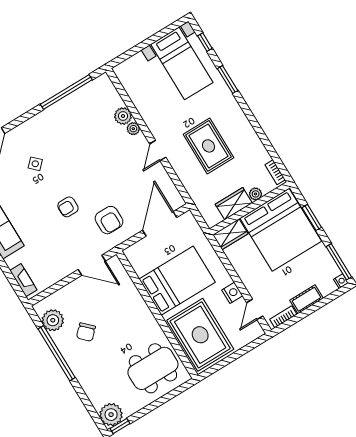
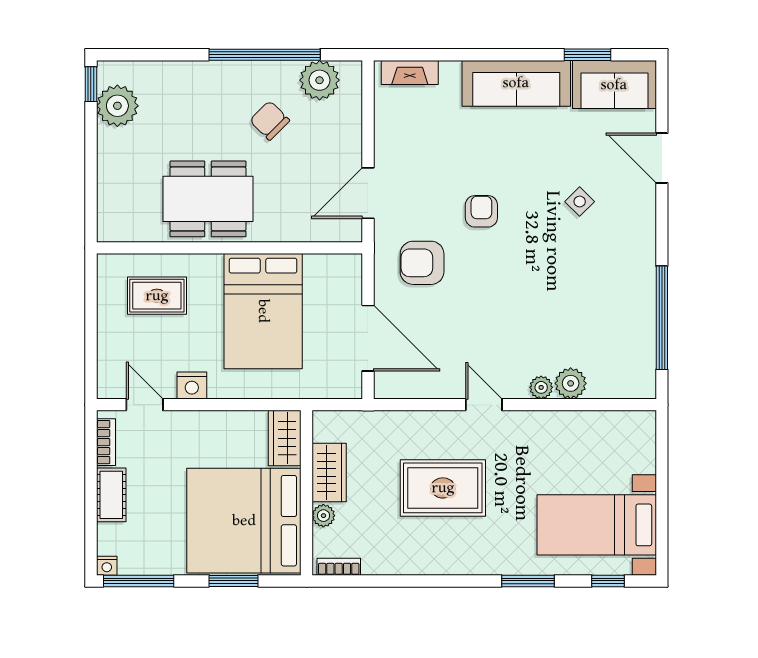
rug: (200, 335) -> (157, 296), width x0.54, depth x0.49
dining table: (153, 368) -> (208, 199), moved, turned 90
plant: (111, 415) -> (117, 106), moved

